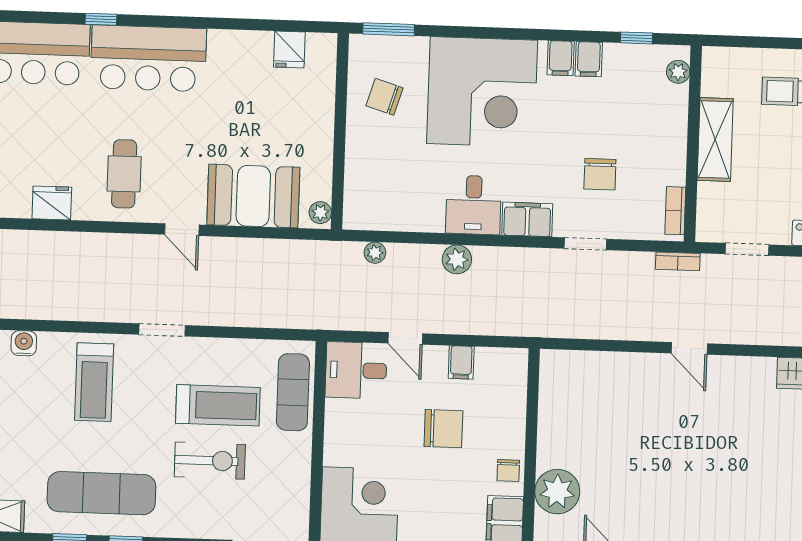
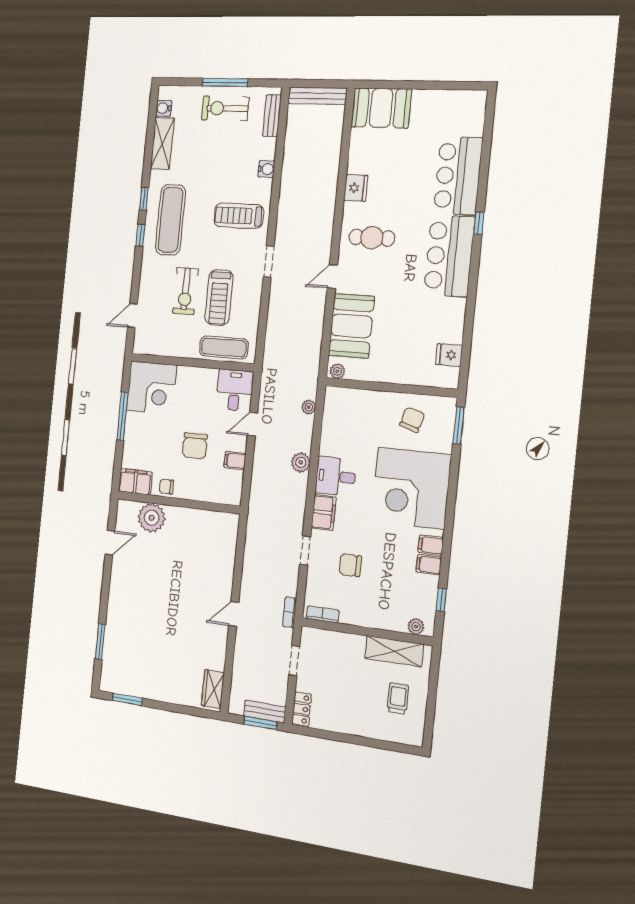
shelving: (715, 139) -> (394, 651), moved

